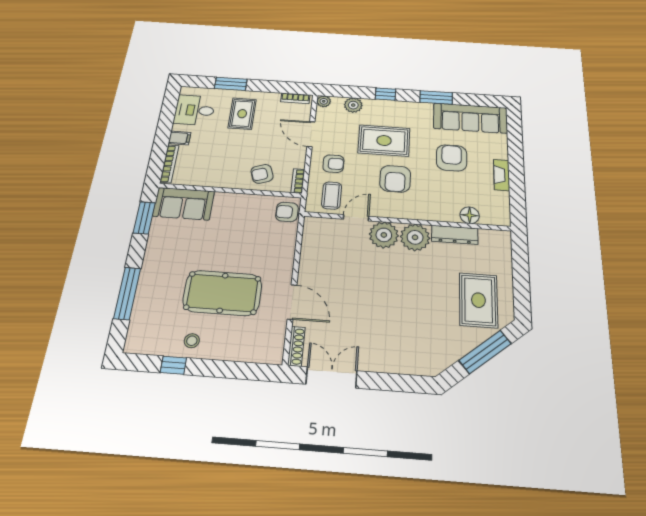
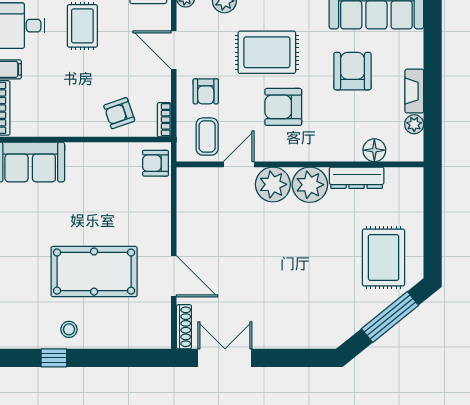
armchair: (333, 164) -> (206, 91), turned 90
armchair: (395, 179) -> (283, 107), turned 90
plant: (502, 199) -> (414, 124), added

